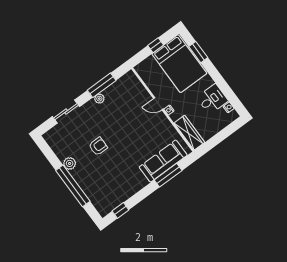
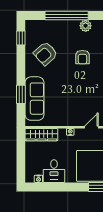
door: (158, 104) -> (91, 127), moved
window: (168, 175) -> (21, 94), width x0.69
armchair: (118, 180) -> (45, 54), added

